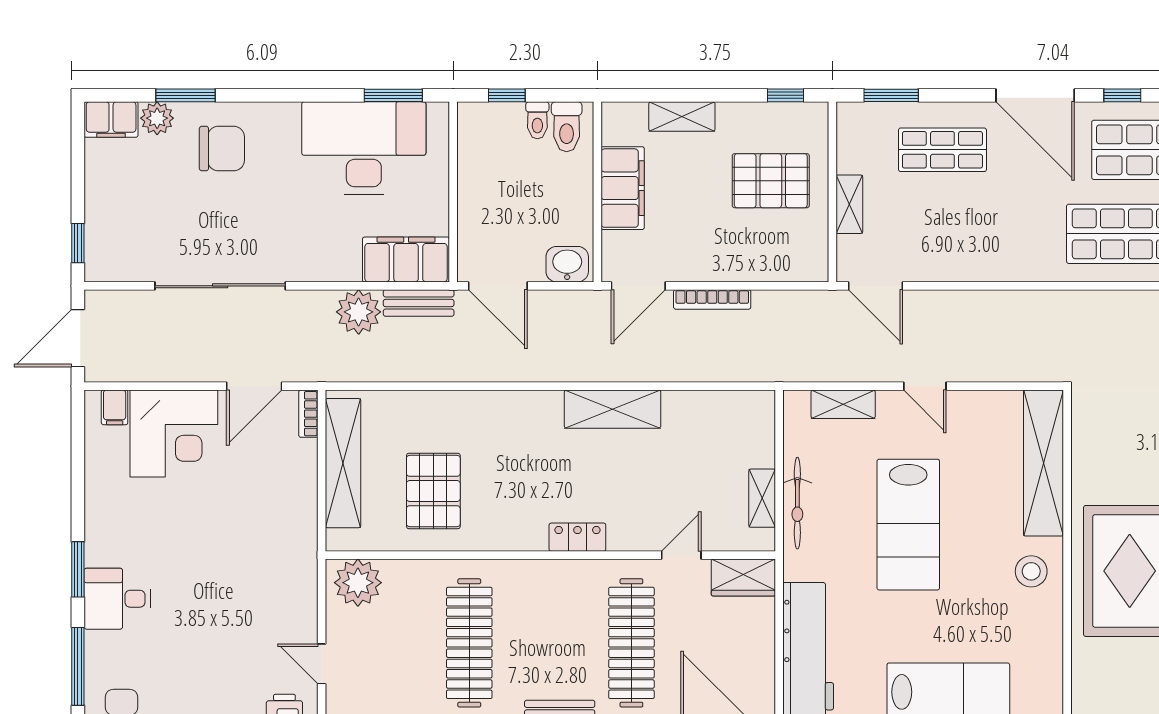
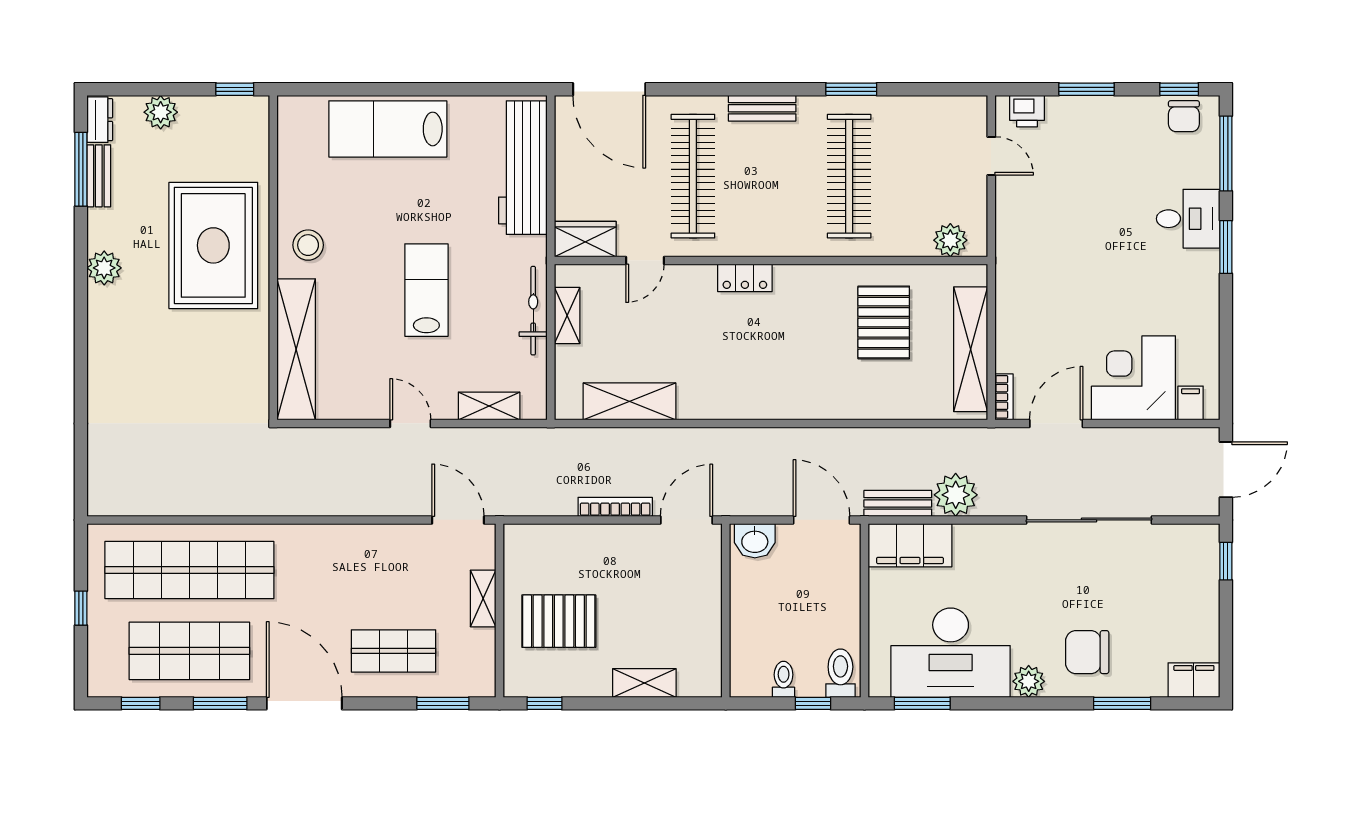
window: (1122, 95) -> (220, 703), width x1.50
plant: (157, 118) -> (1029, 681), moved
toilet: (567, 127) -> (840, 673), moved
filing cabinet: (623, 188) -> (701, 614), removed
shelving: (613, 409) -> (630, 401), moved
lab bench: (908, 525) -> (426, 290), width x0.73, depth x0.72
plant: (358, 583) -> (950, 240), width x0.73, depth x0.73

